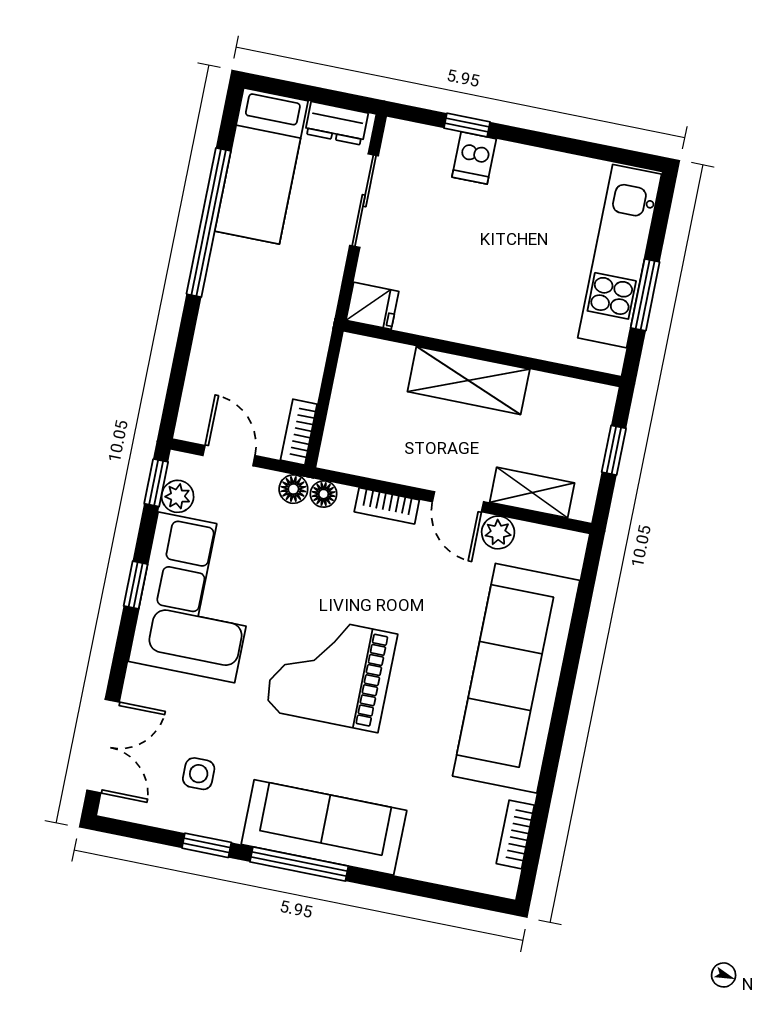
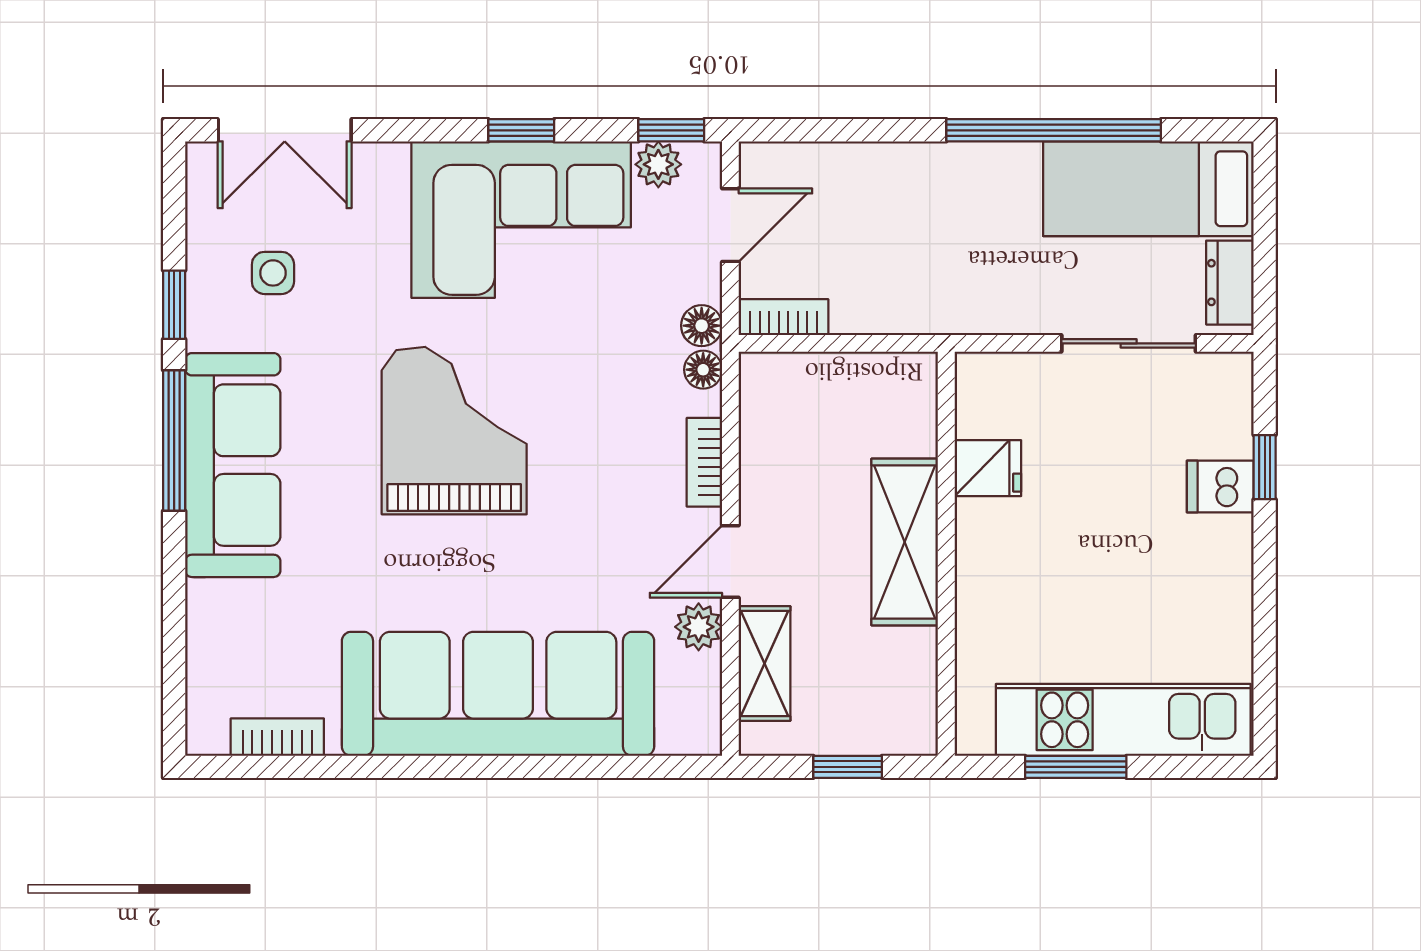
fridge: (372, 306) -> (988, 468), moved, turned -90

